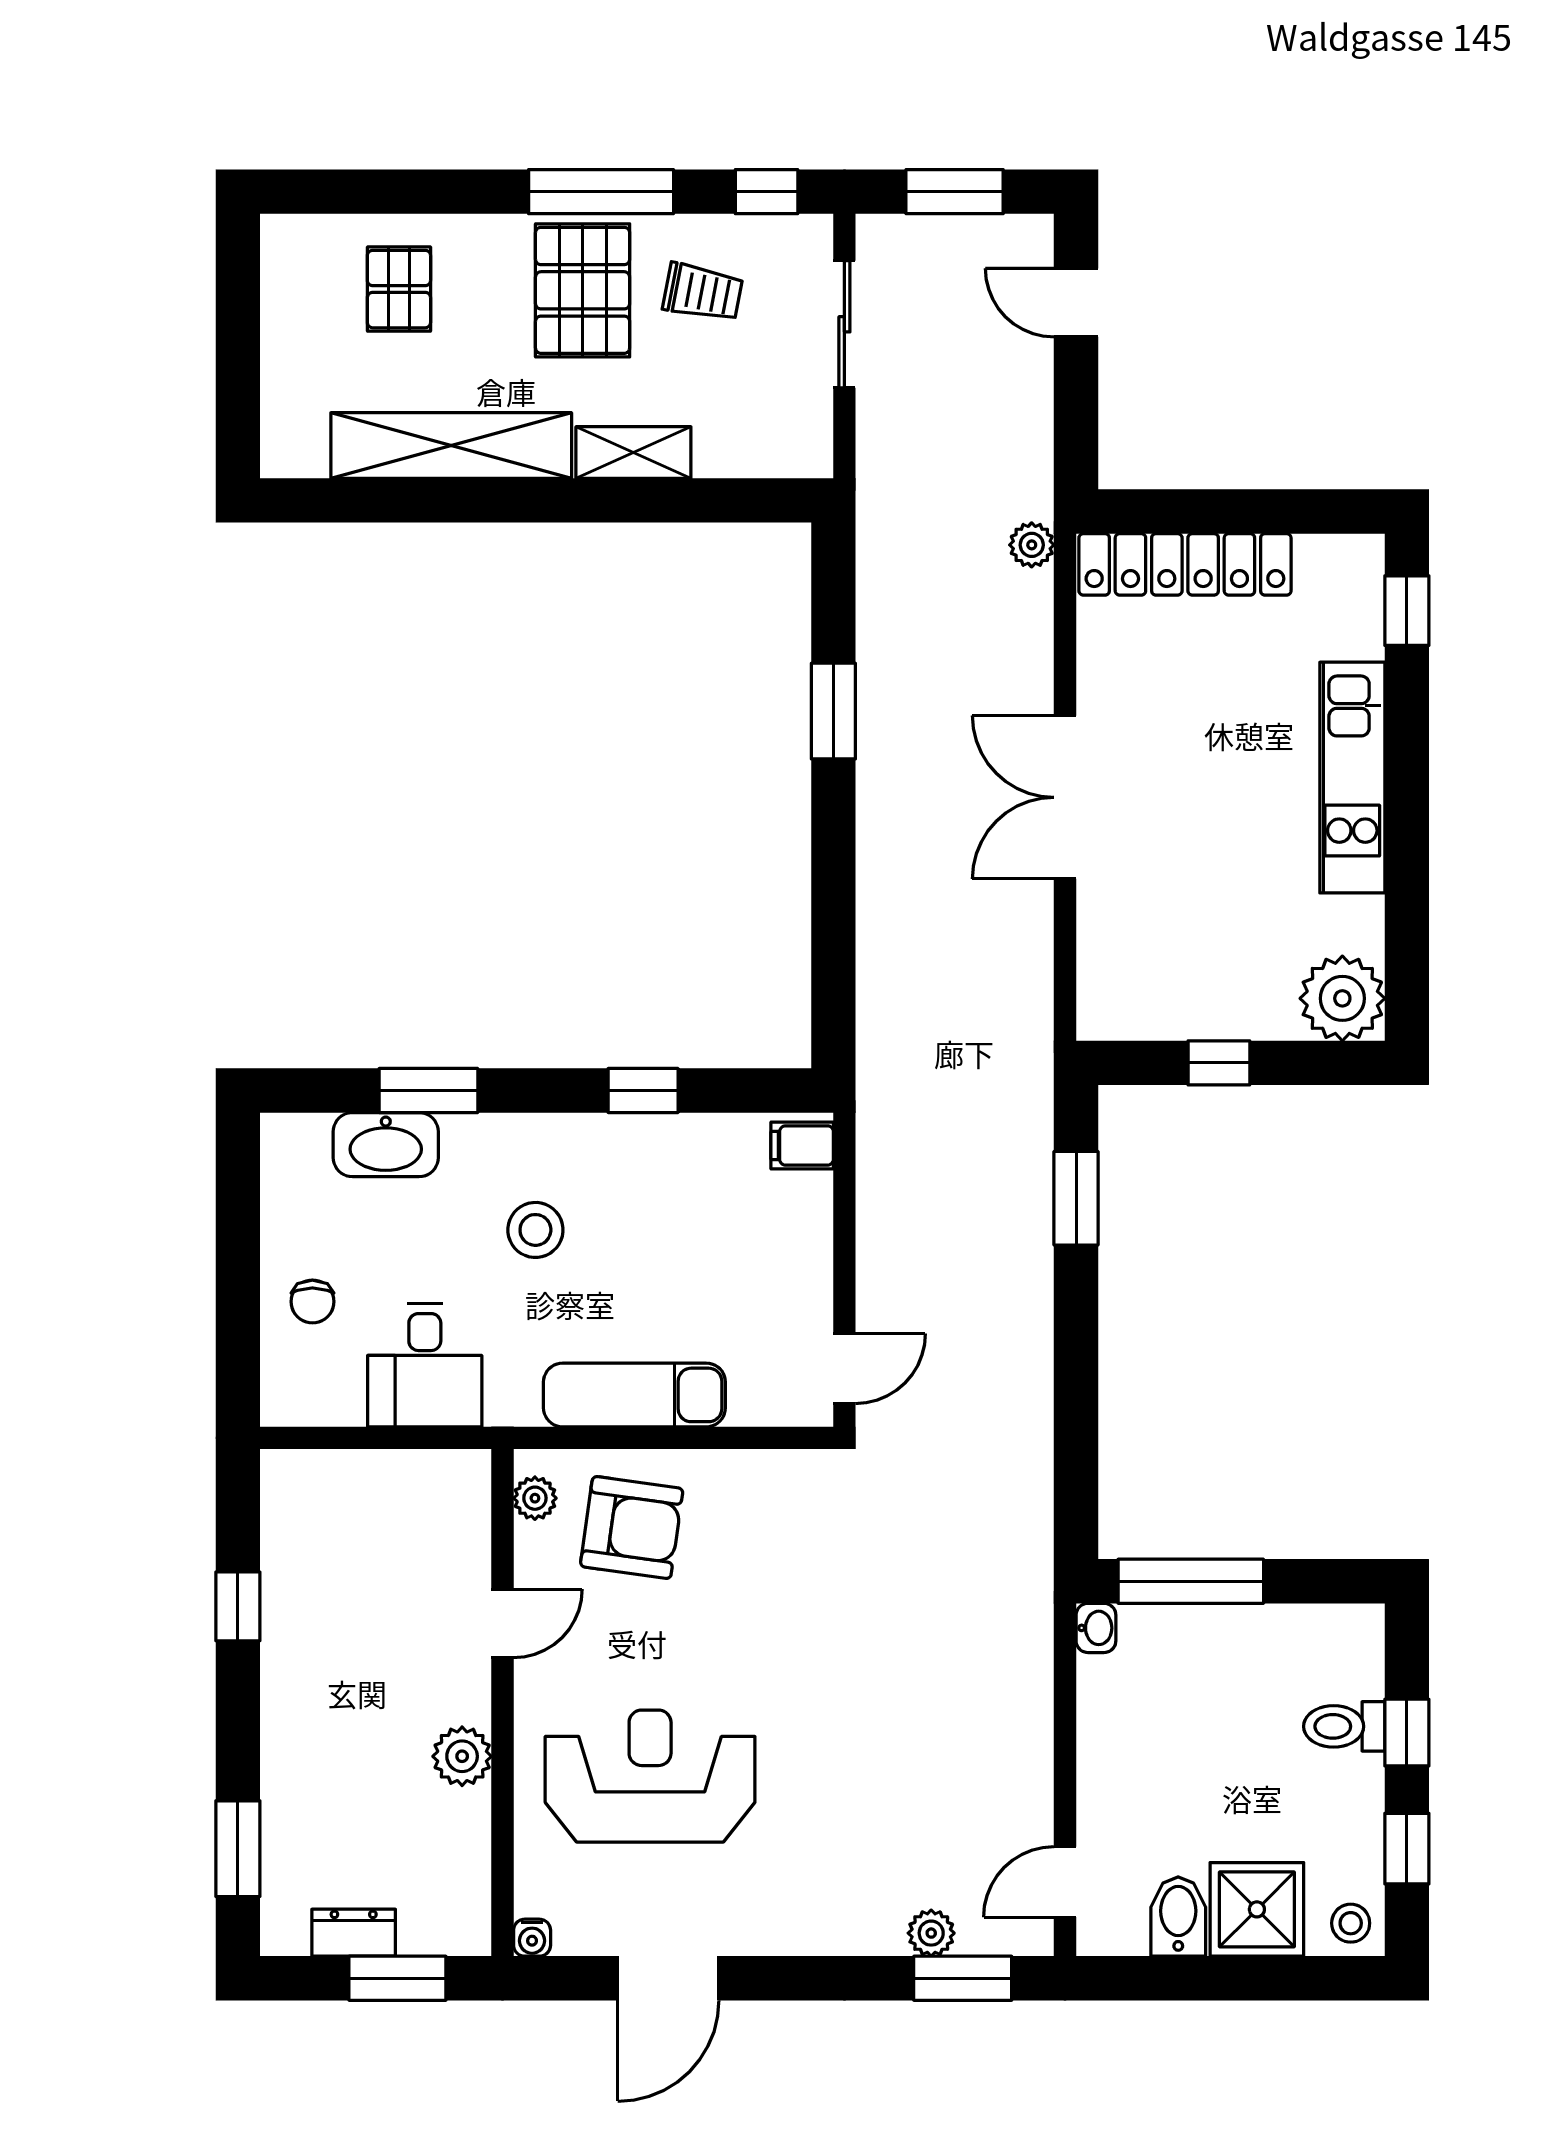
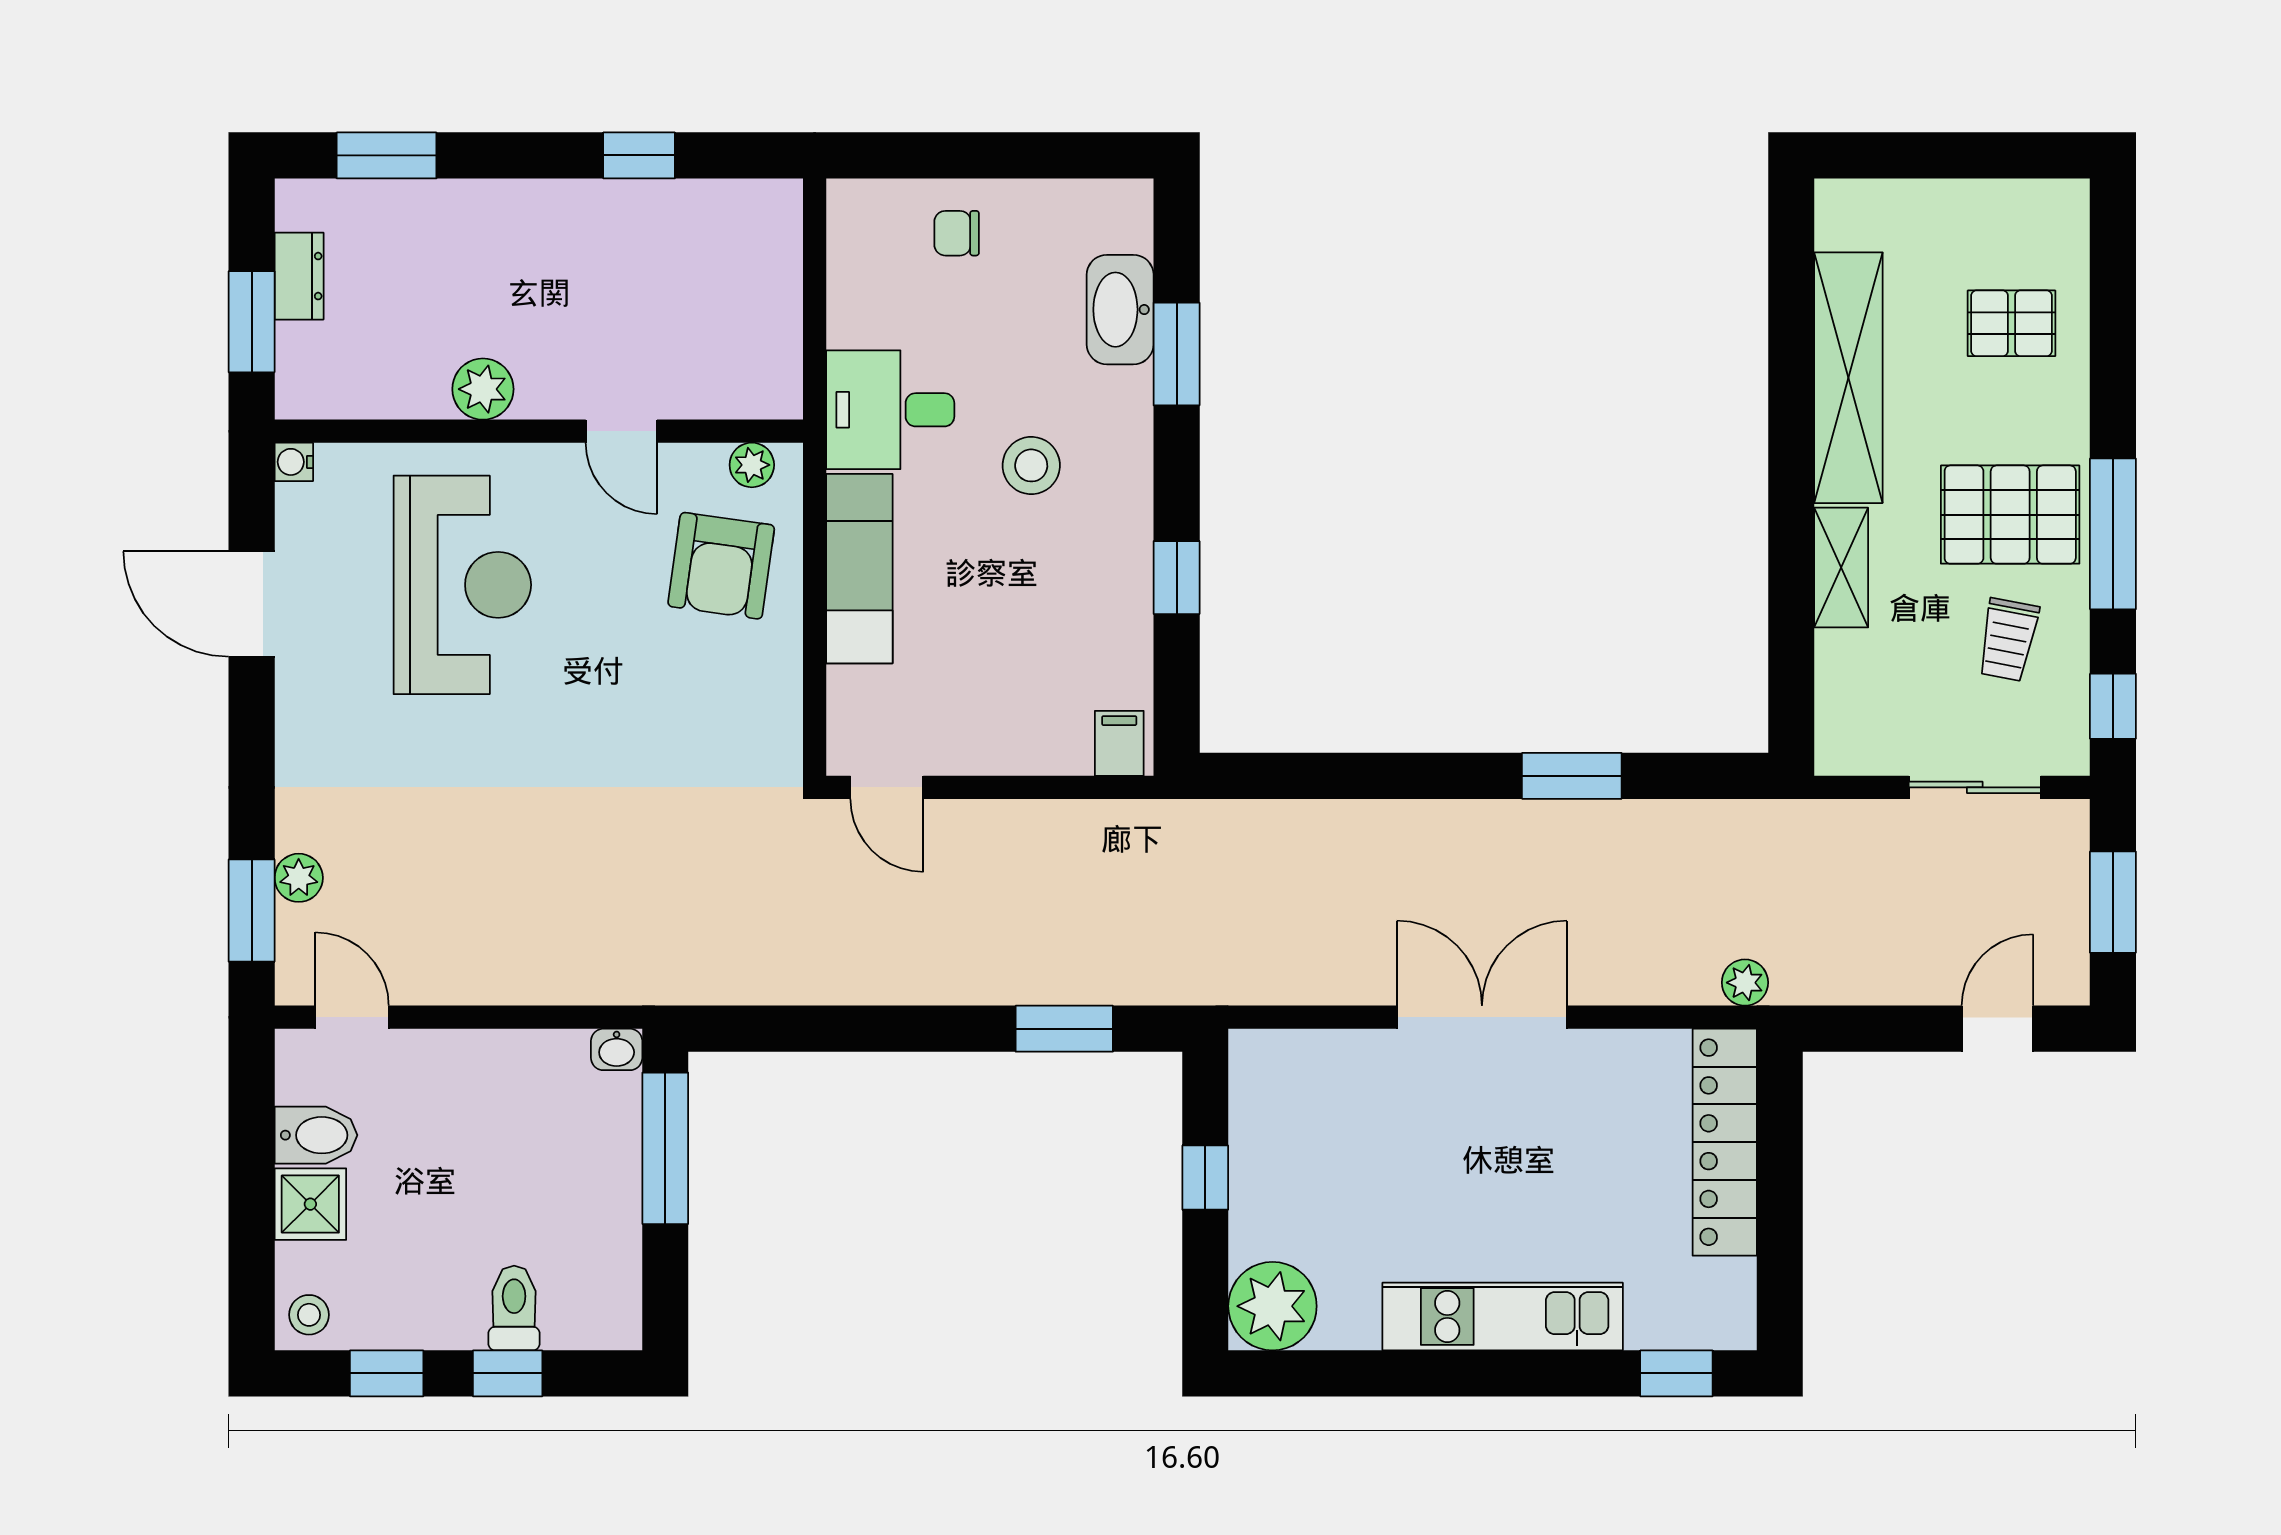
desk: (425, 1365) -> (890, 410), moved
shower: (1257, 1909) -> (310, 1204), width x0.73, depth x0.73

